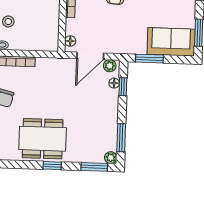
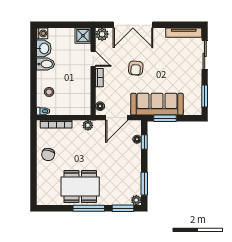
sofa: (171, 42) -> (157, 104), moved, width x1.36
plant: (110, 66) -> (88, 125), moved
window: (52, 166) -> (89, 208), width x2.17

